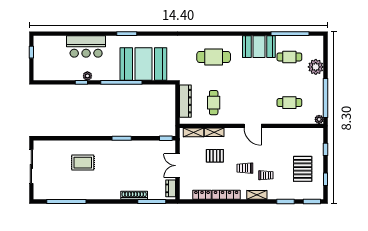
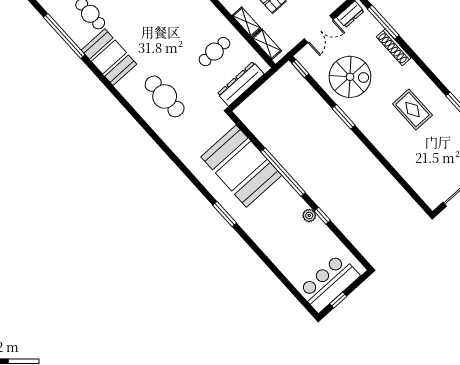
bar counter: (86, 47) -> (329, 283), moved, turned -90
spiral stairs: (139, 160) -> (350, 77), added
rug: (83, 163) -> (412, 110), moved

